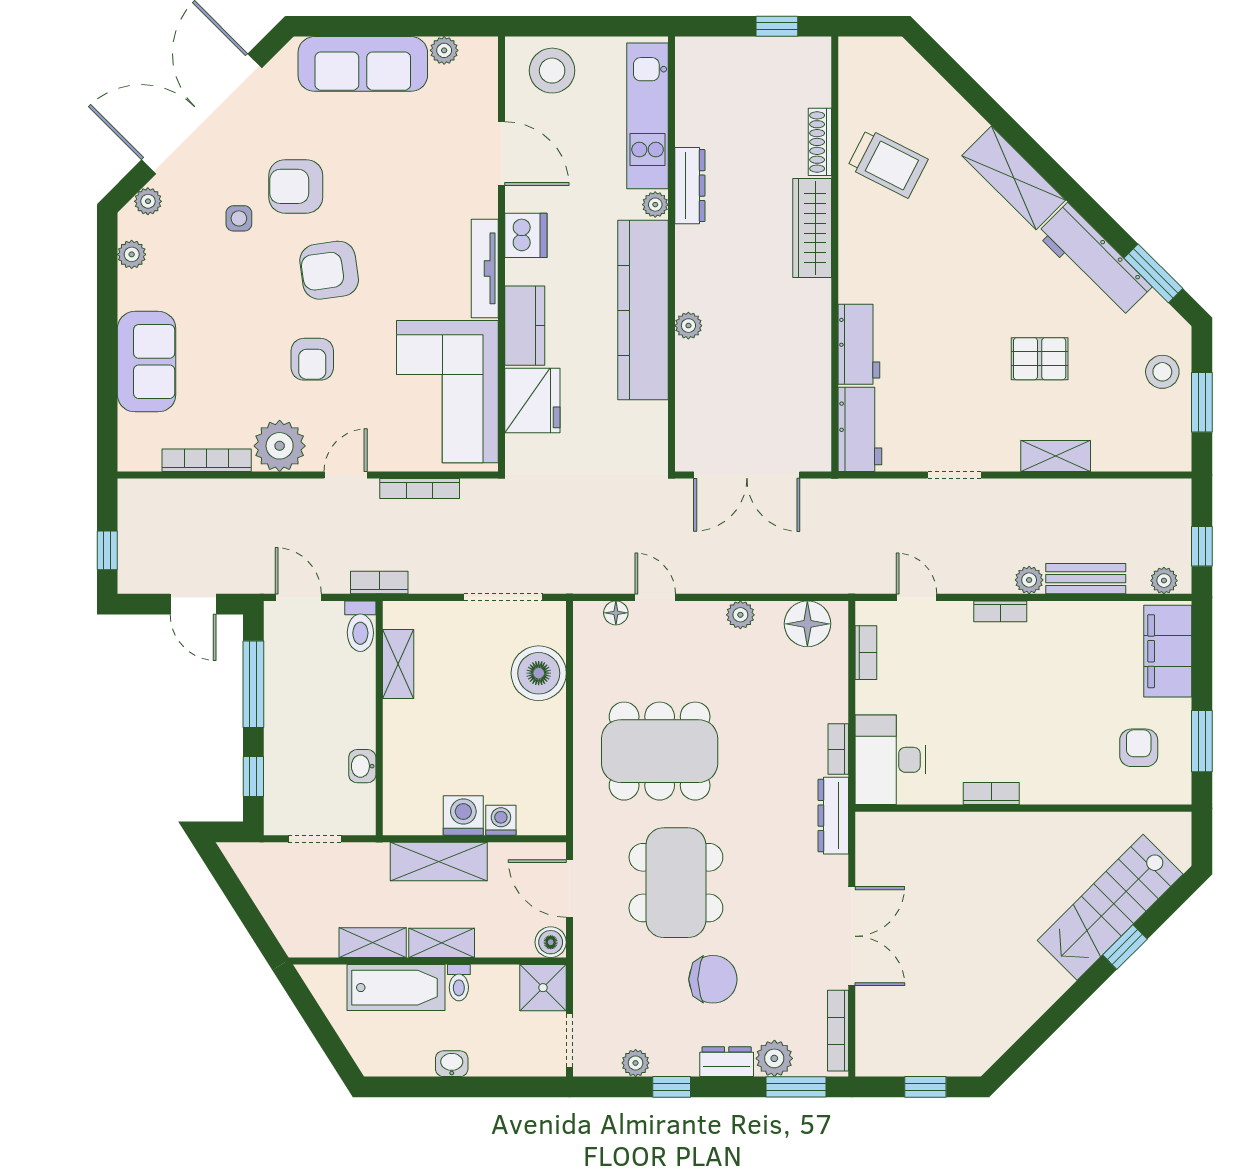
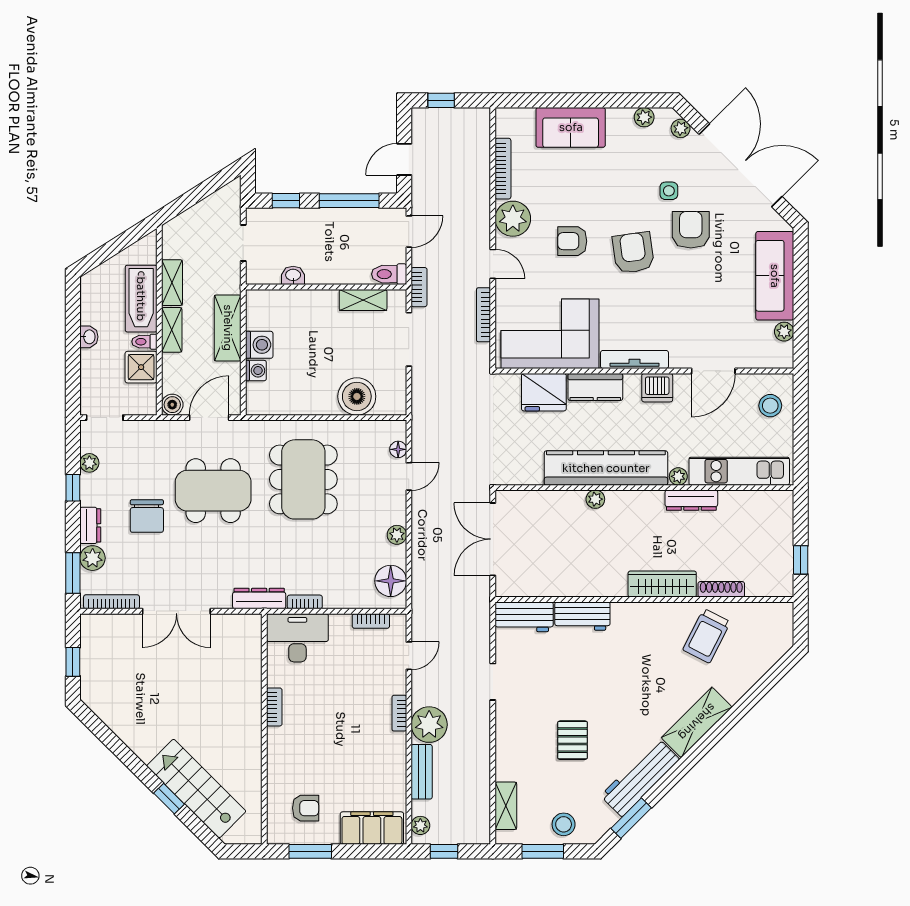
stool: (552, 71) -> (770, 406), width x0.73, depth x0.73
shelving: (1056, 456) -> (506, 806), moved
plant: (1029, 580) -> (429, 725), width x1.88, depth x1.88
doorway: (503, 597) -> (409, 339), moved
shower: (543, 988) -> (141, 367), moved

